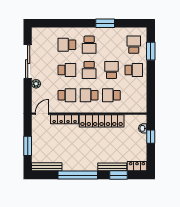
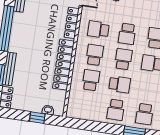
school desk: (134, 45) -> (144, 114), turned 90
school desk: (89, 70) -> (123, 59), turned 90
school desk: (67, 95) -> (98, 29), turned 90

